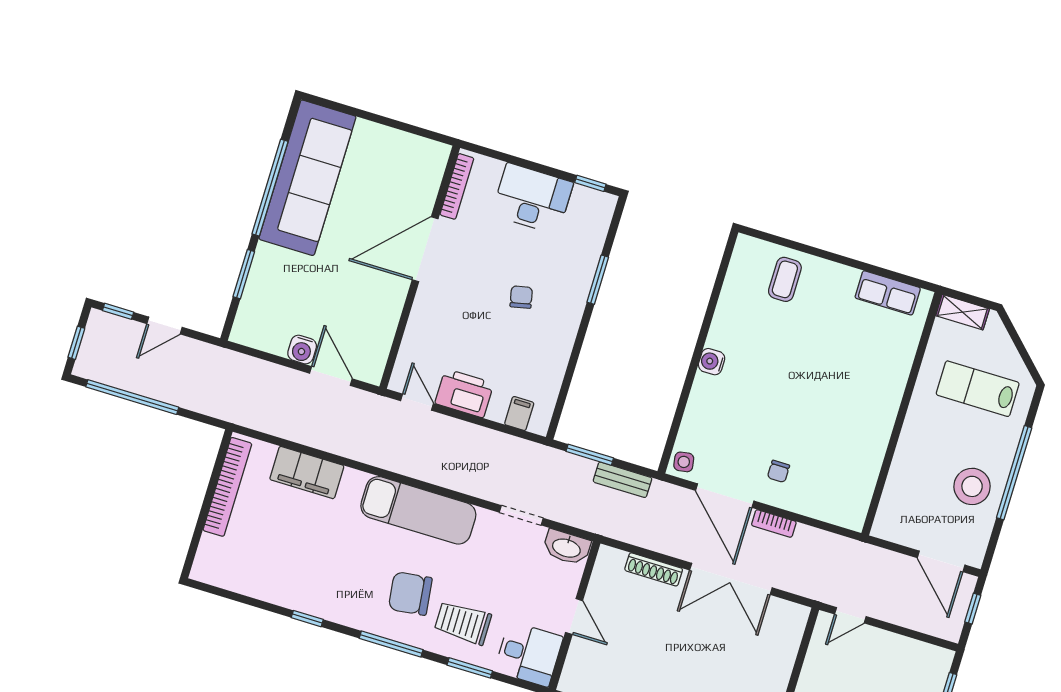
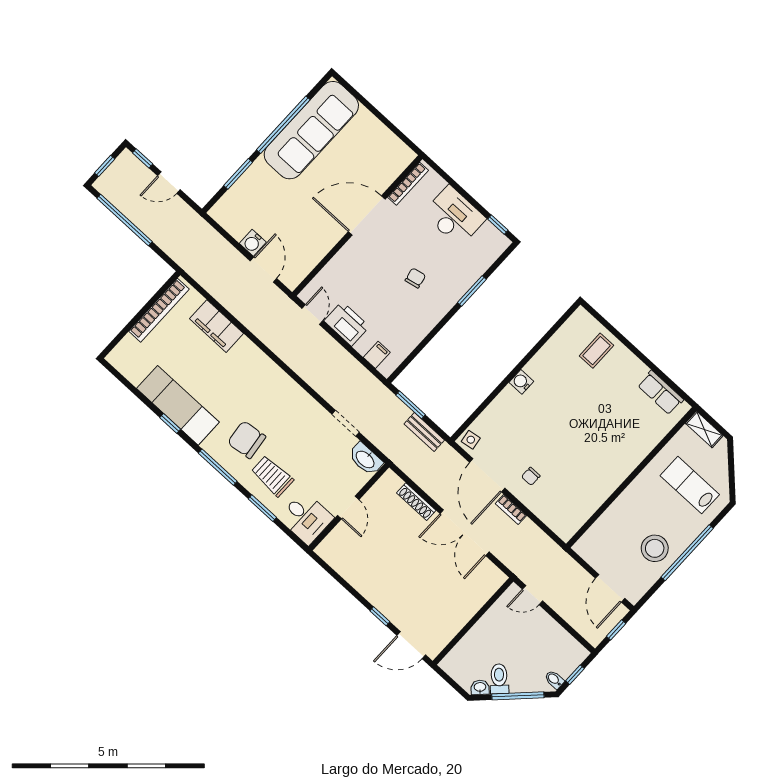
exam couch: (418, 510) -> (178, 405), moved, turned 180

